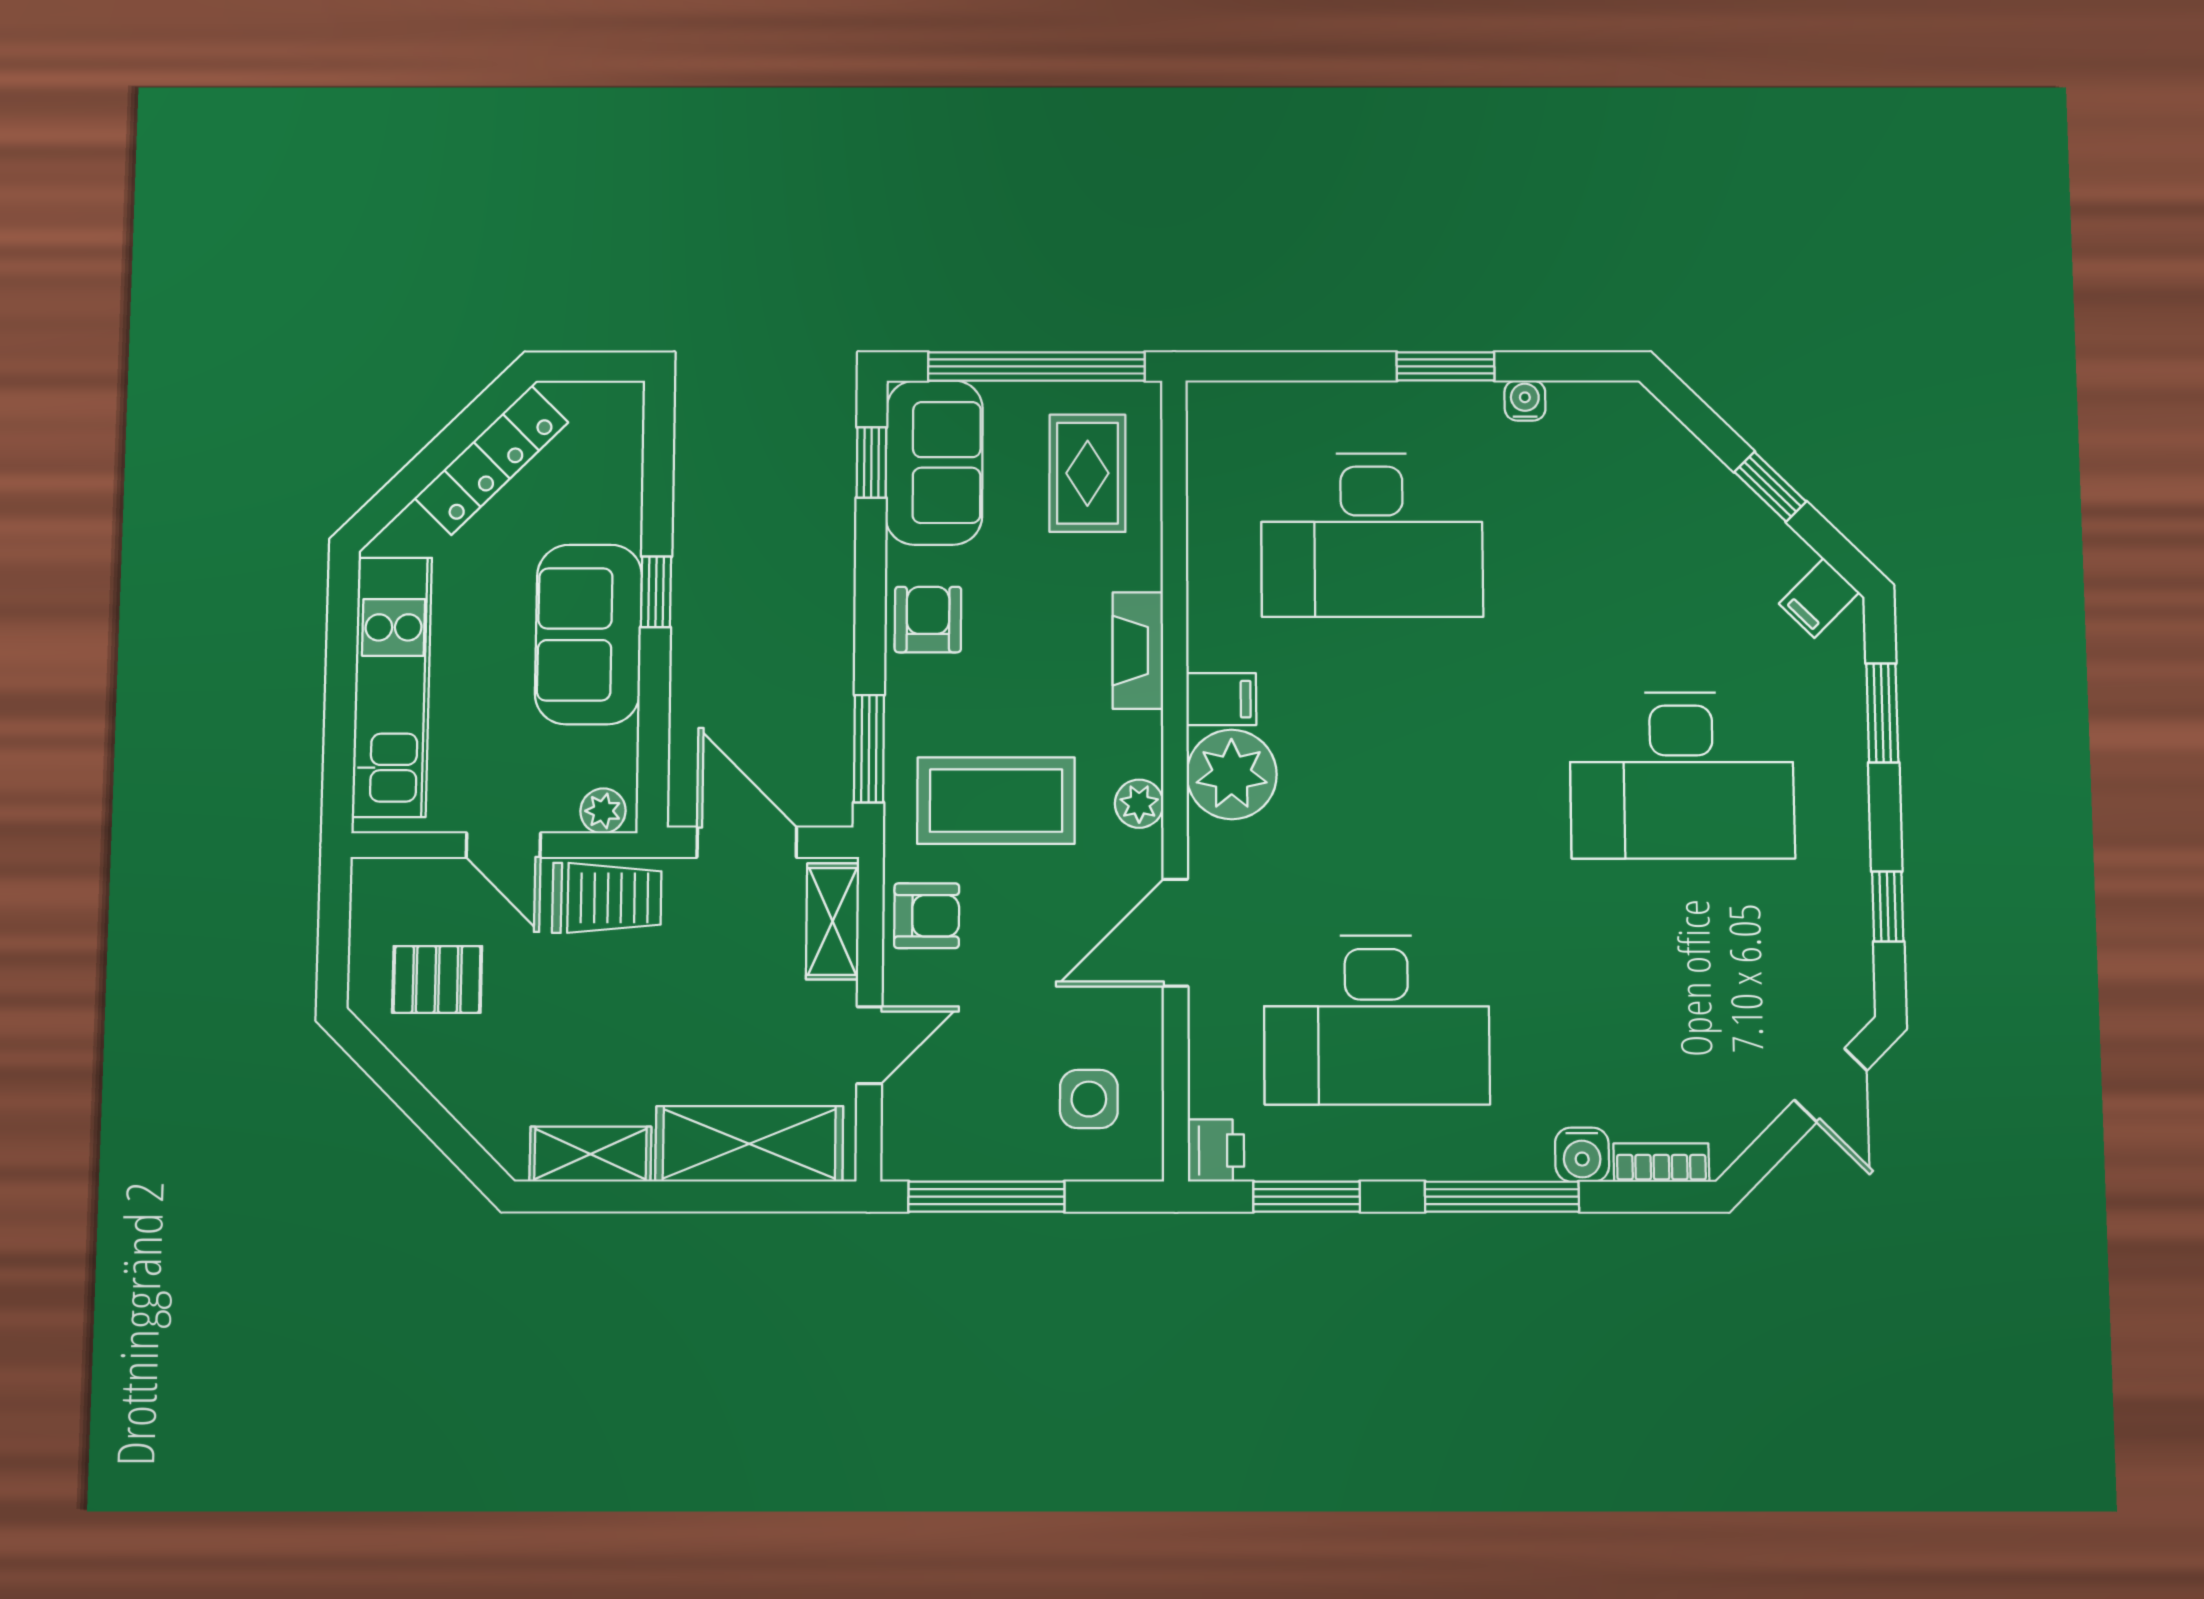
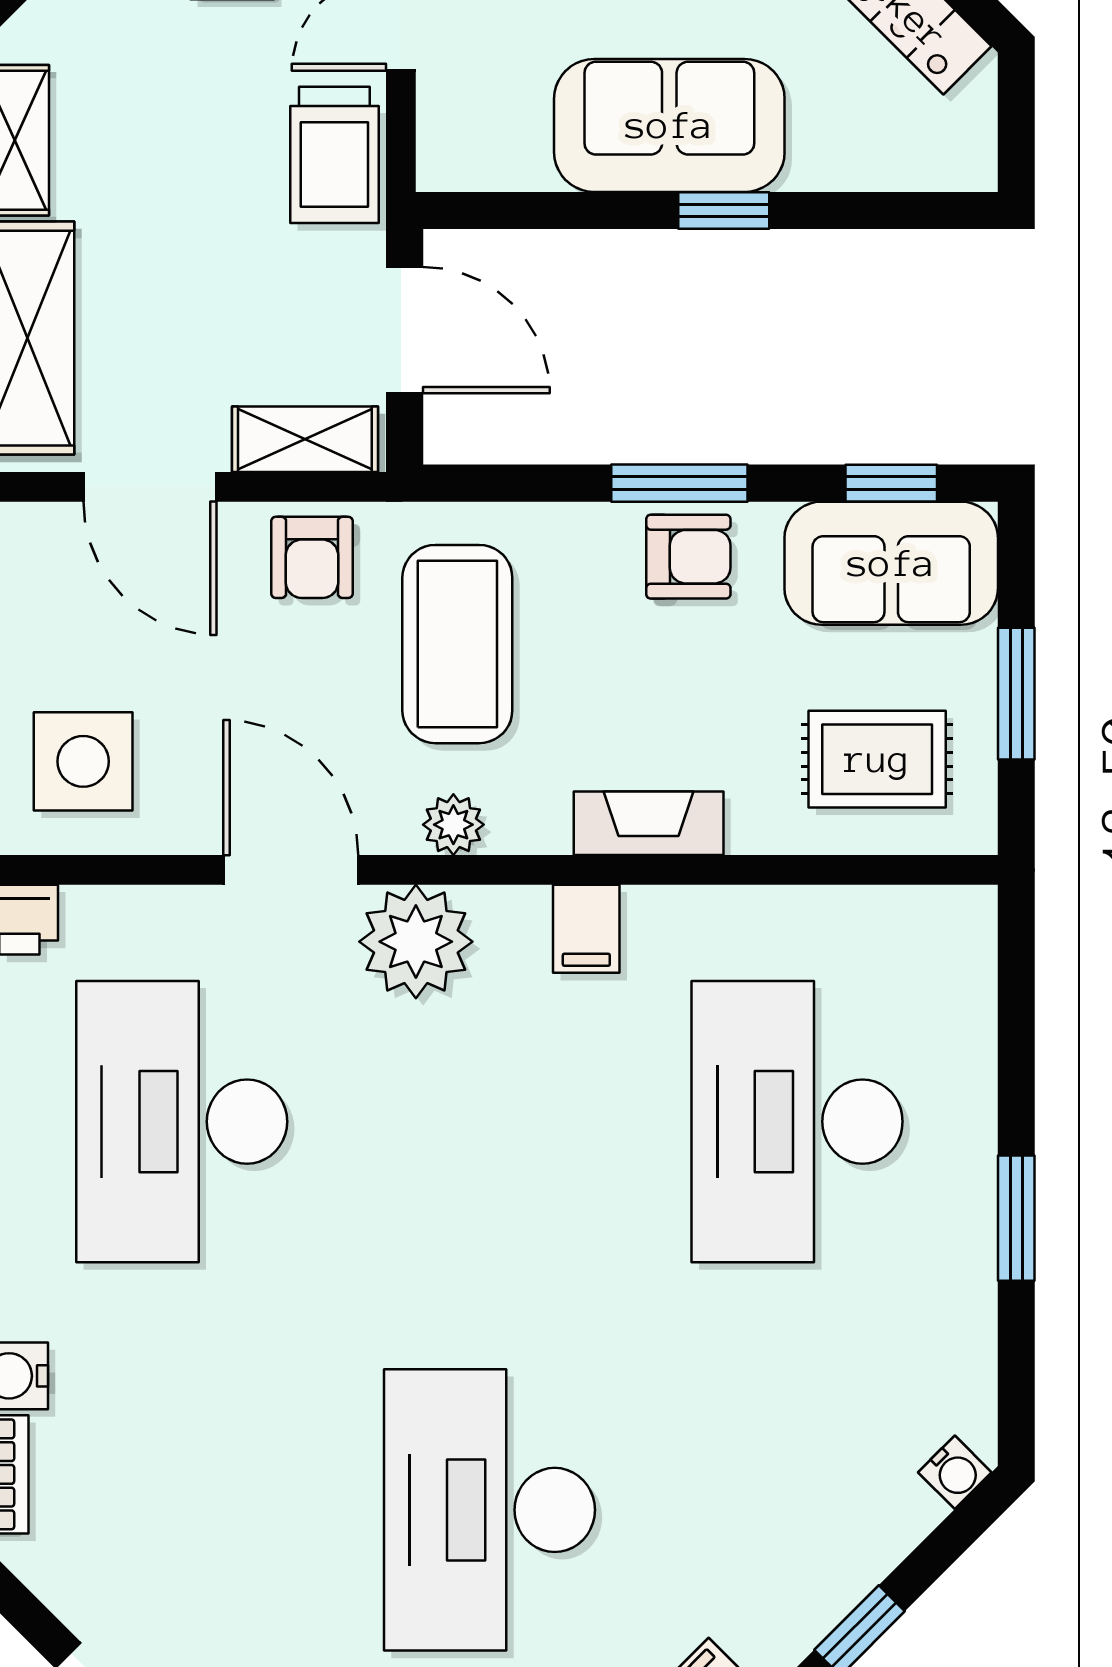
window: (1036, 366) -> (1016, 694), width x0.47
water cooler: (1525, 400) -> (955, 1472), moved, turned 45
window: (869, 749) -> (679, 483), moved
plant: (1232, 774) -> (416, 942), moved
plant: (603, 811) -> (444, 148), removed
door: (747, 842) -> (405, 330), hinge flipped
door: (869, 1045) -> (150, 487), width x1.38
side table: (1089, 1099) -> (83, 761), width x1.37, depth x1.37

